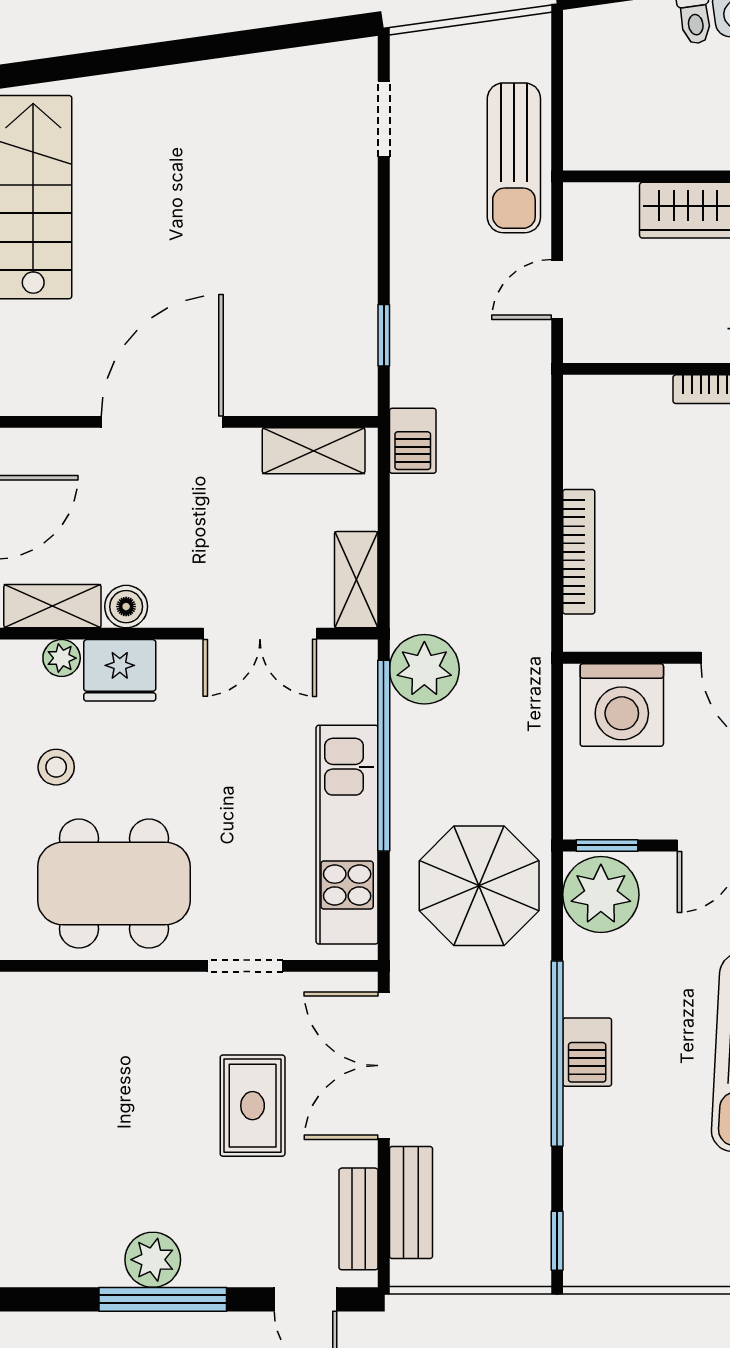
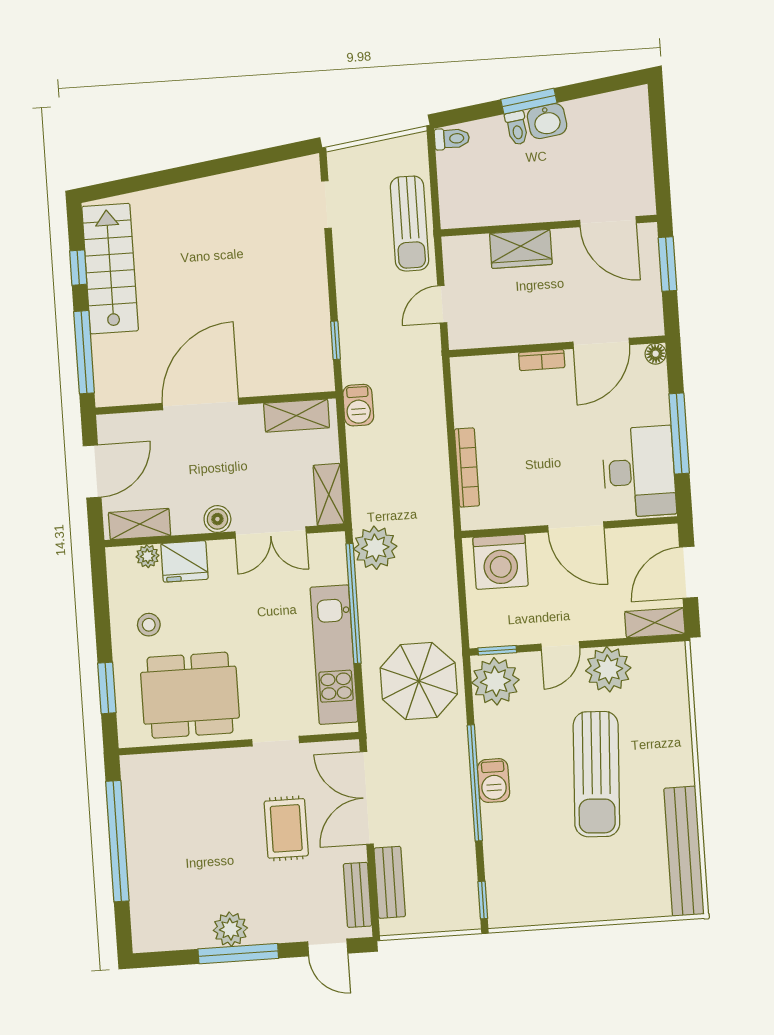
toilet: (590, 28) -> (452, 139), added
boiler: (126, 607) -> (217, 519), moved

